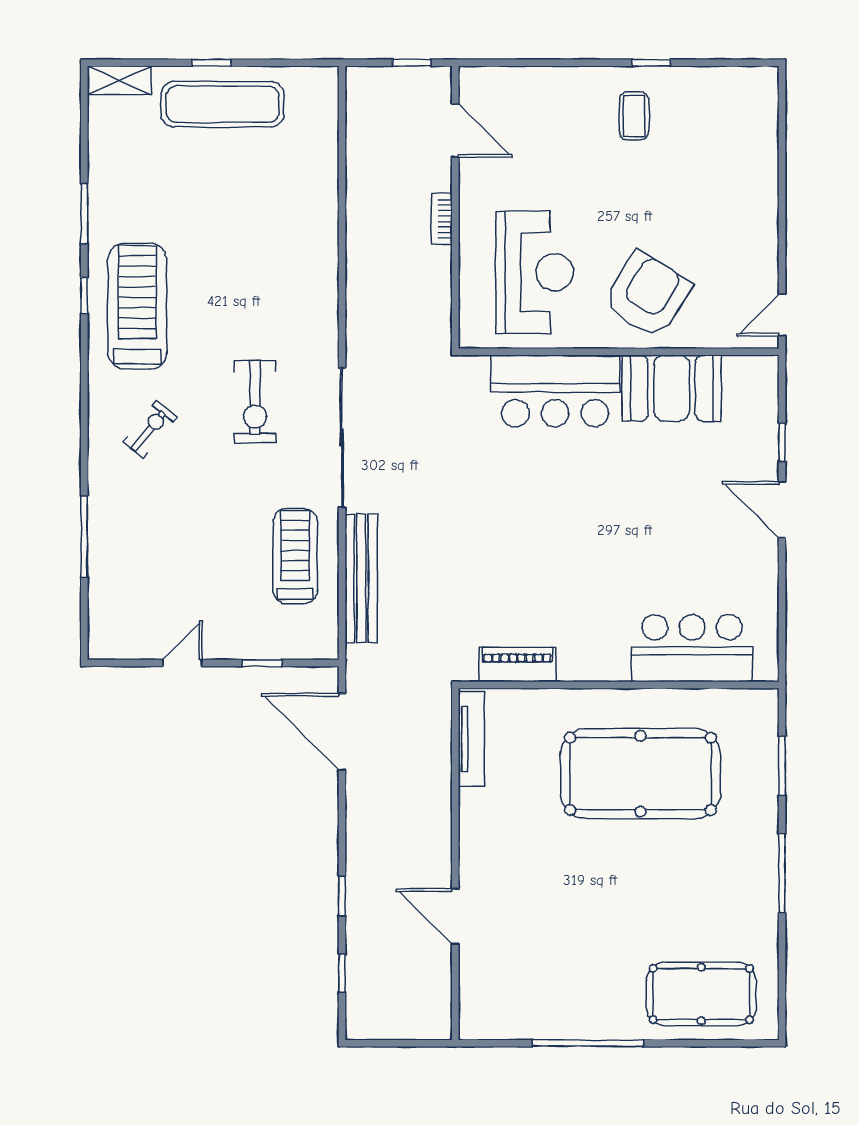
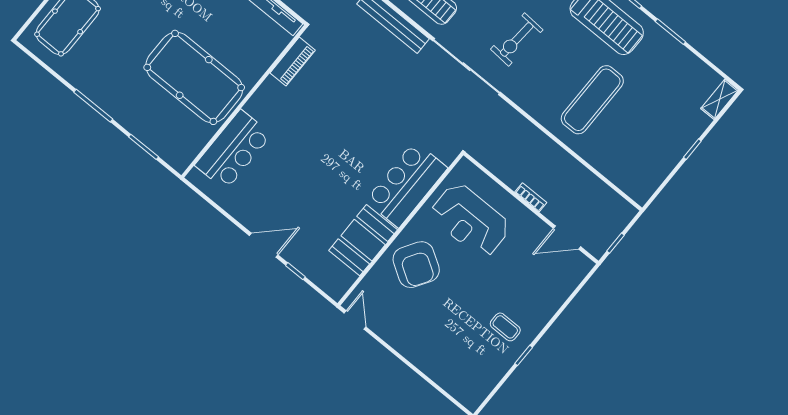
exercise mat: (223, 104) -> (592, 100), moved
exercise bike: (255, 402) -> (517, 39), turned -86
pool table: (640, 774) -> (194, 77), turned 90

